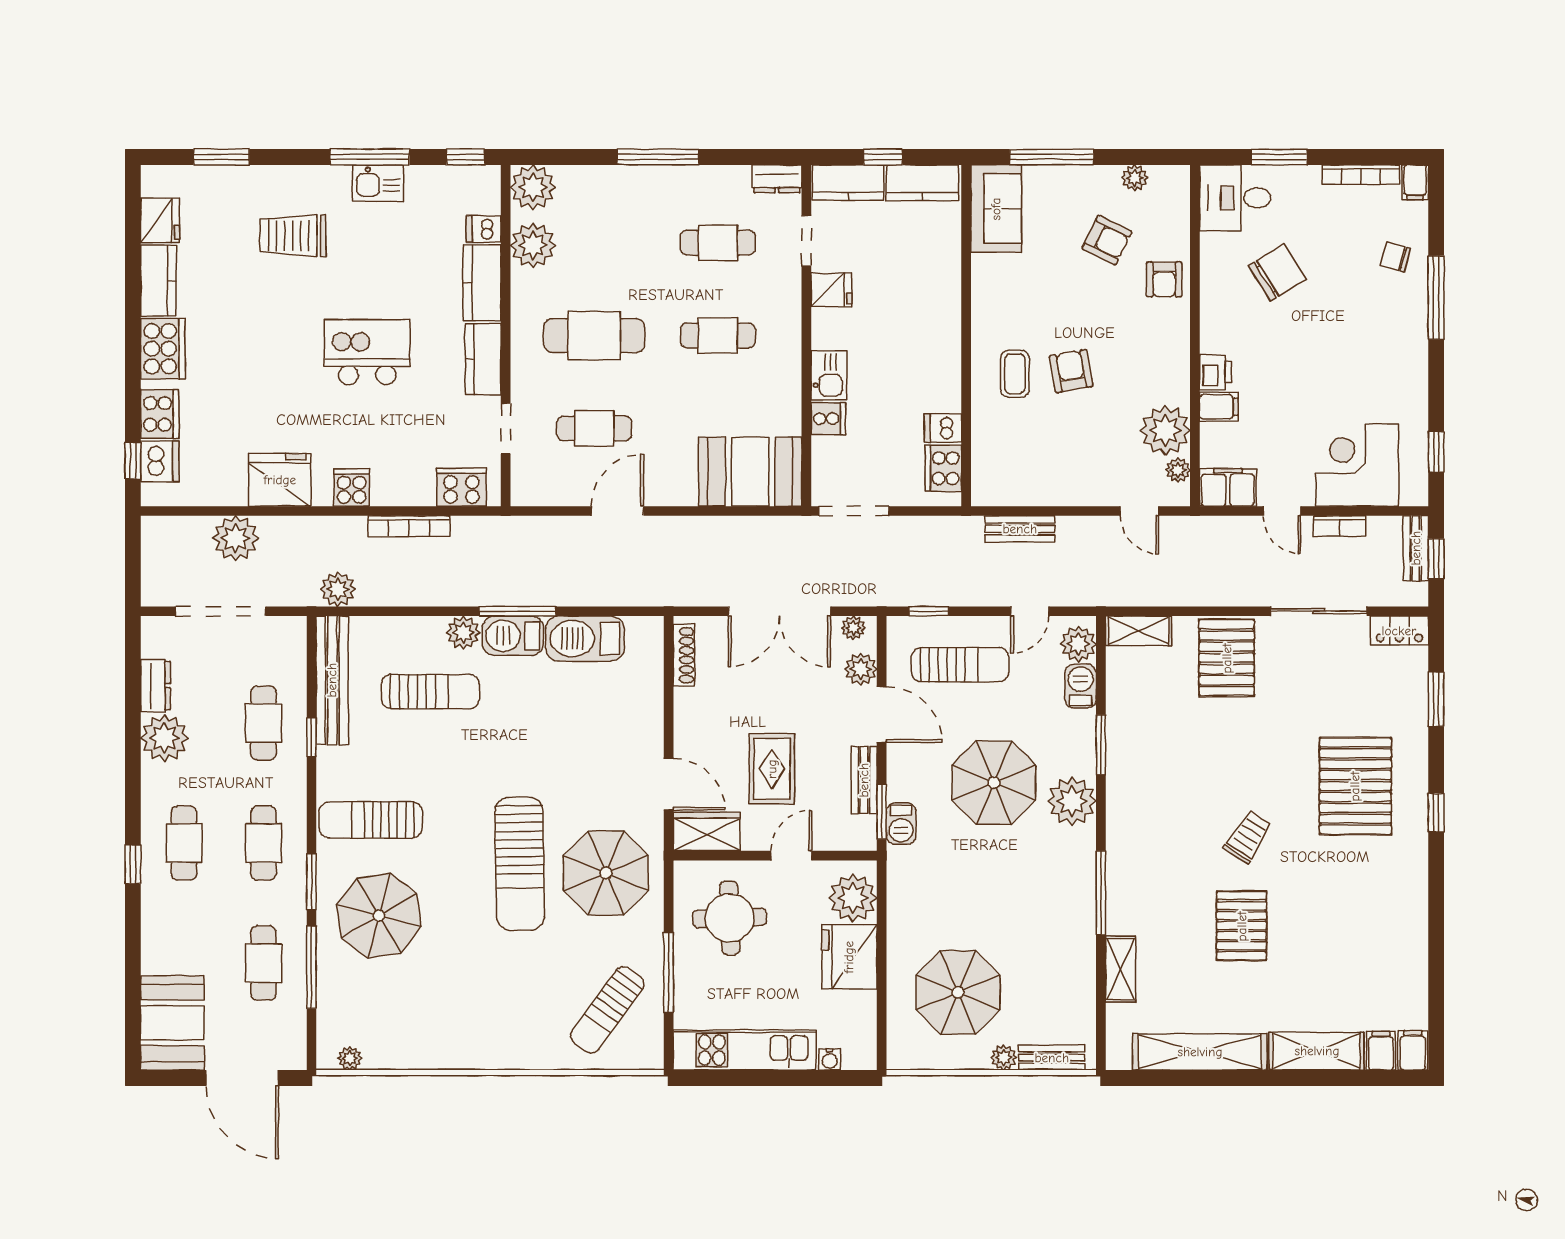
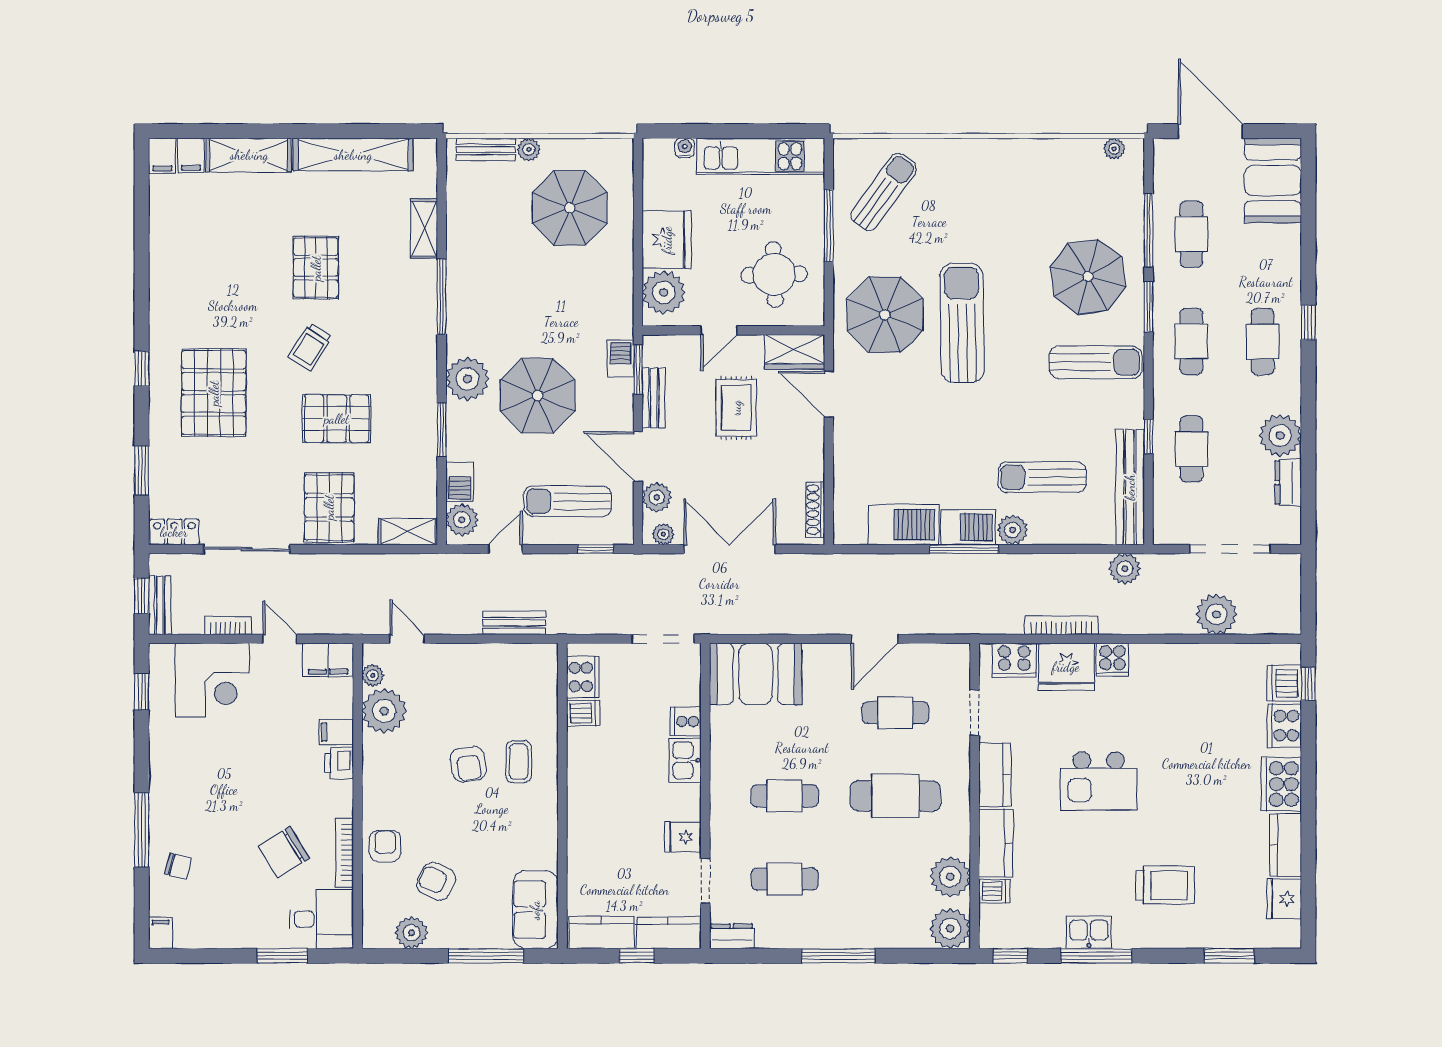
bookcase: (1361, 175) -> (344, 853), moved, turned -90
plant: (1135, 178) -> (411, 933), width x1.38, depth x1.38
fridge: (280, 480) -> (1066, 667), moved
pallet: (1218, 757) -> (337, 419), added

